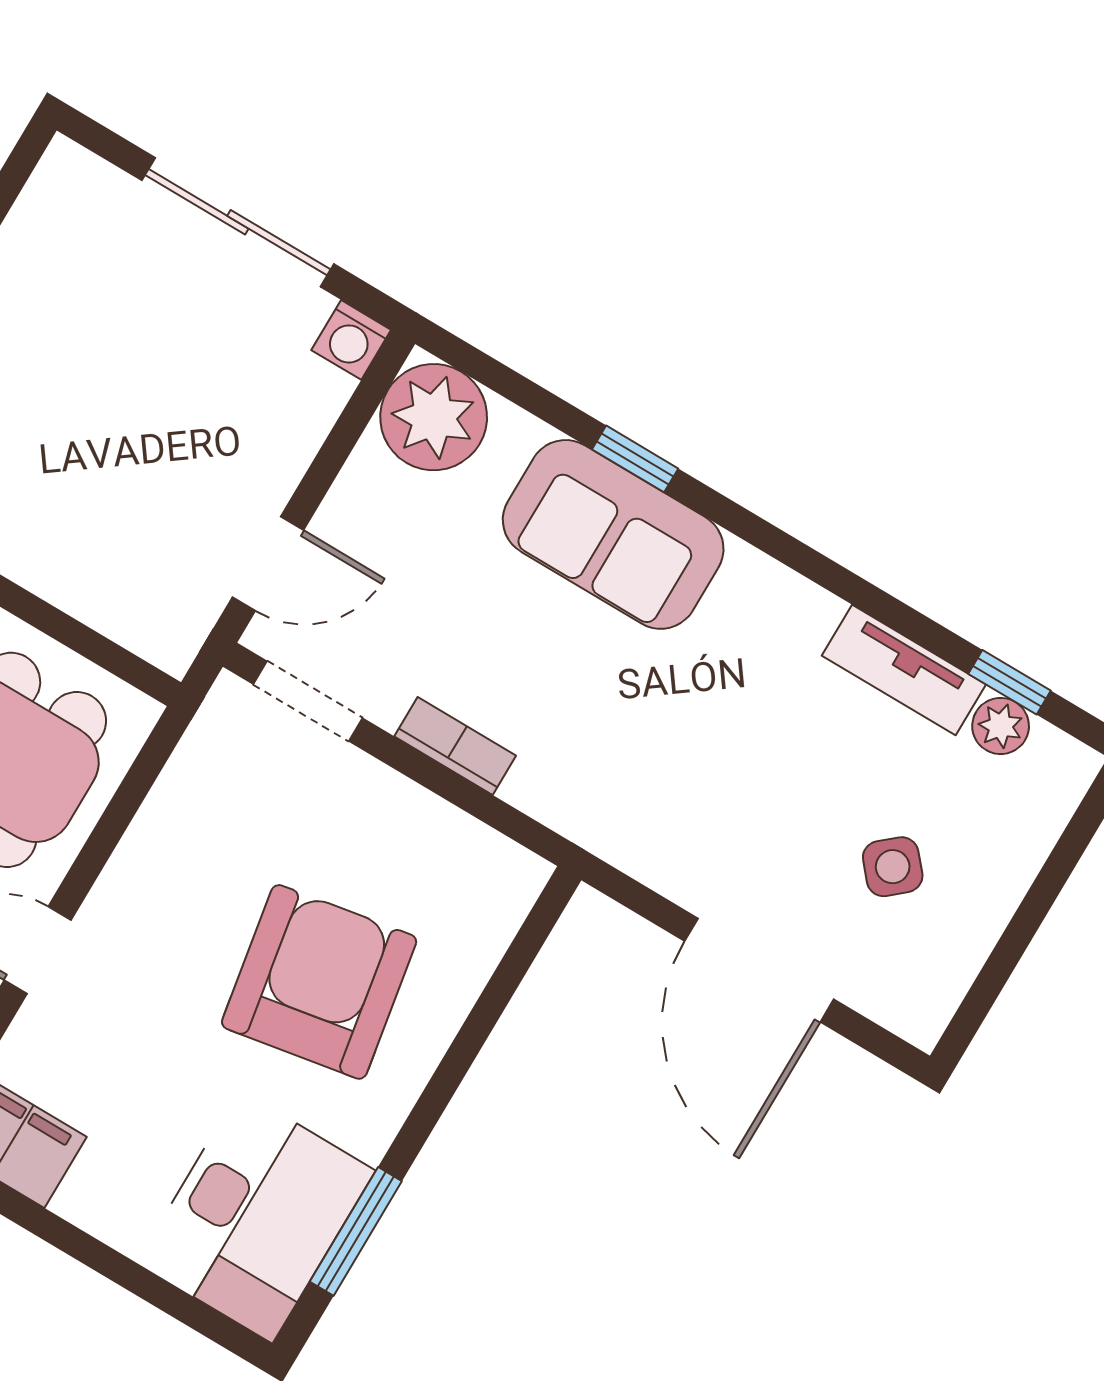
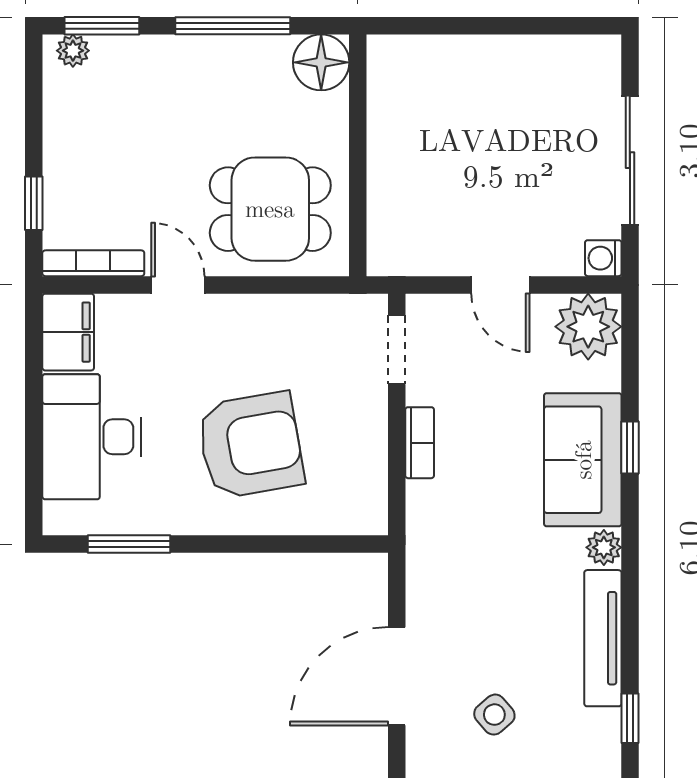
door: (268, 564) -> (500, 285), moved
tv unit: (904, 670) -> (603, 638), width x1.41
plant: (1001, 726) -> (604, 547), moved
desk: (256, 1217) -> (92, 437), moved, turned 90

